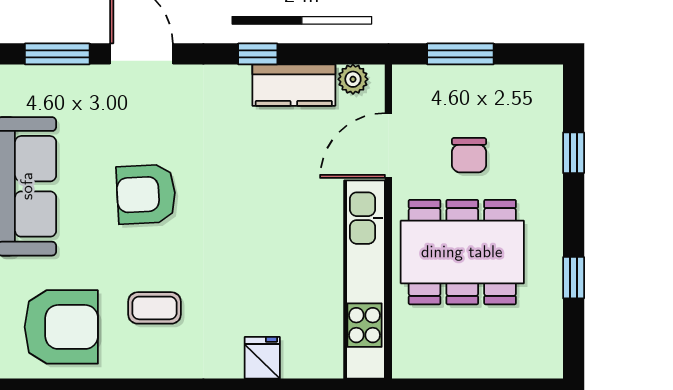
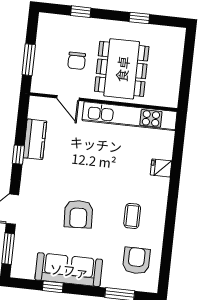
plant: (353, 79) -> (35, 111), removed
door: (388, 145) -> (68, 98), width x0.73
chair: (469, 155) -> (77, 61), turned 90
armchair: (61, 327) -> (136, 261), width x0.73, depth x0.73

